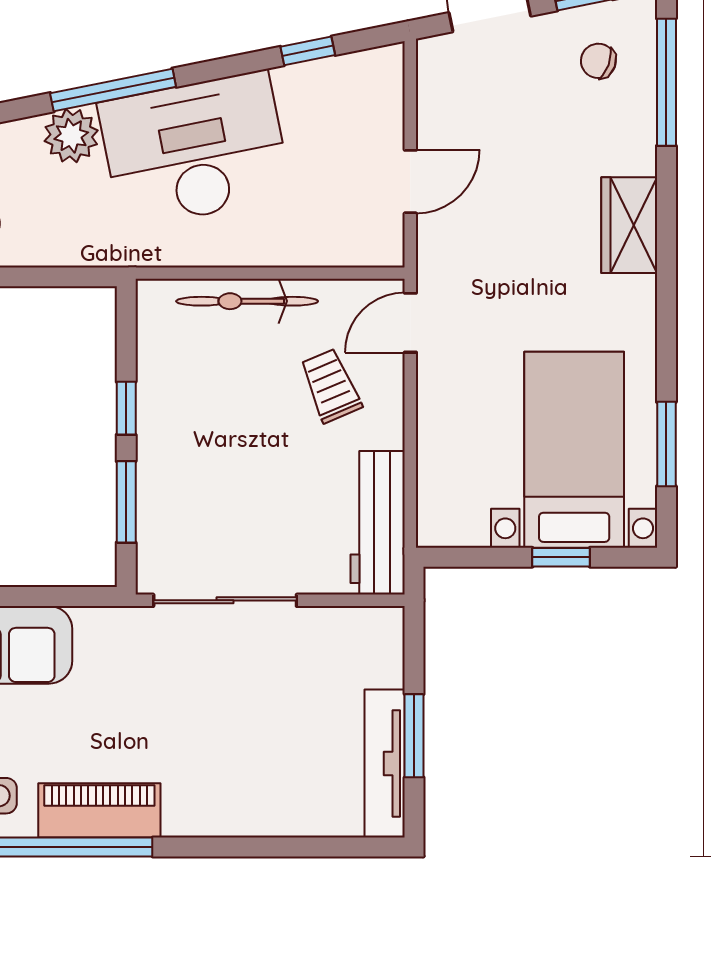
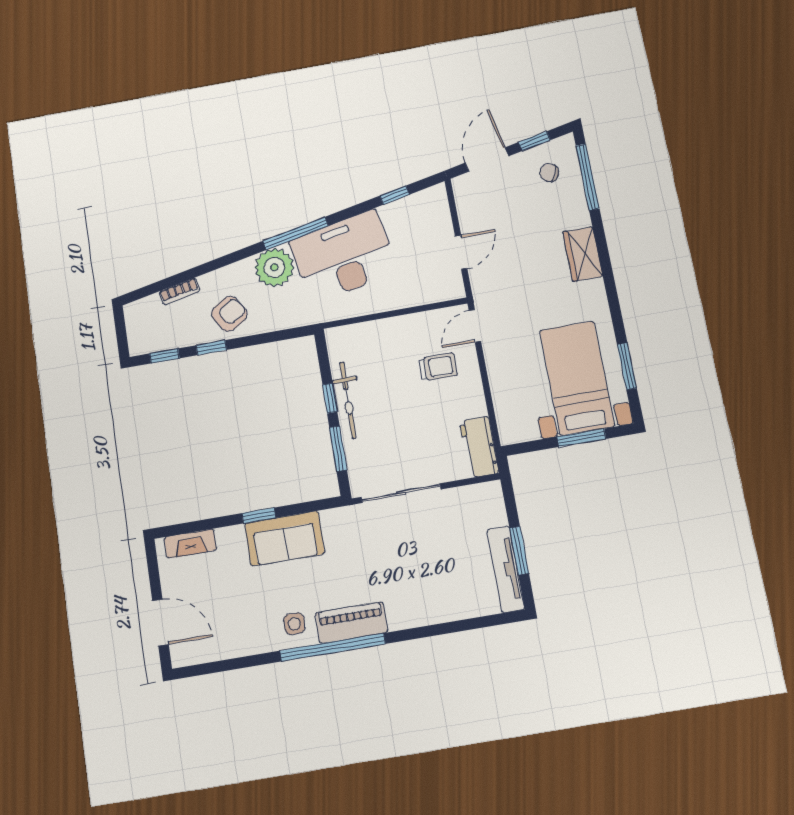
plant: (71, 136) -> (274, 267), width x1.36, depth x1.36
bicycle: (247, 301) -> (348, 400), moved, turned -90
trolley: (331, 386) -> (438, 367), turned 113
workbench: (378, 523) -> (479, 447), width x0.73
window: (561, 557) -> (581, 438), width x1.50

